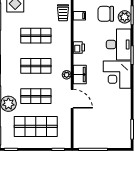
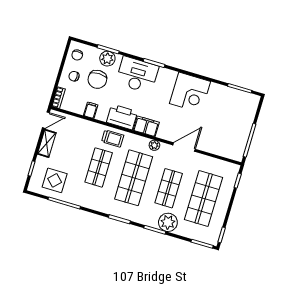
trolley: (63, 13) -> (113, 138), moved
printer: (79, 47) -> (122, 117), width x1.87, depth x1.48
shop shelf: (36, 66) -> (134, 178), width x1.43, depth x1.36
filing cabinet: (80, 75) -> (146, 126), moved
corner desk: (117, 75) -> (190, 92), moved

